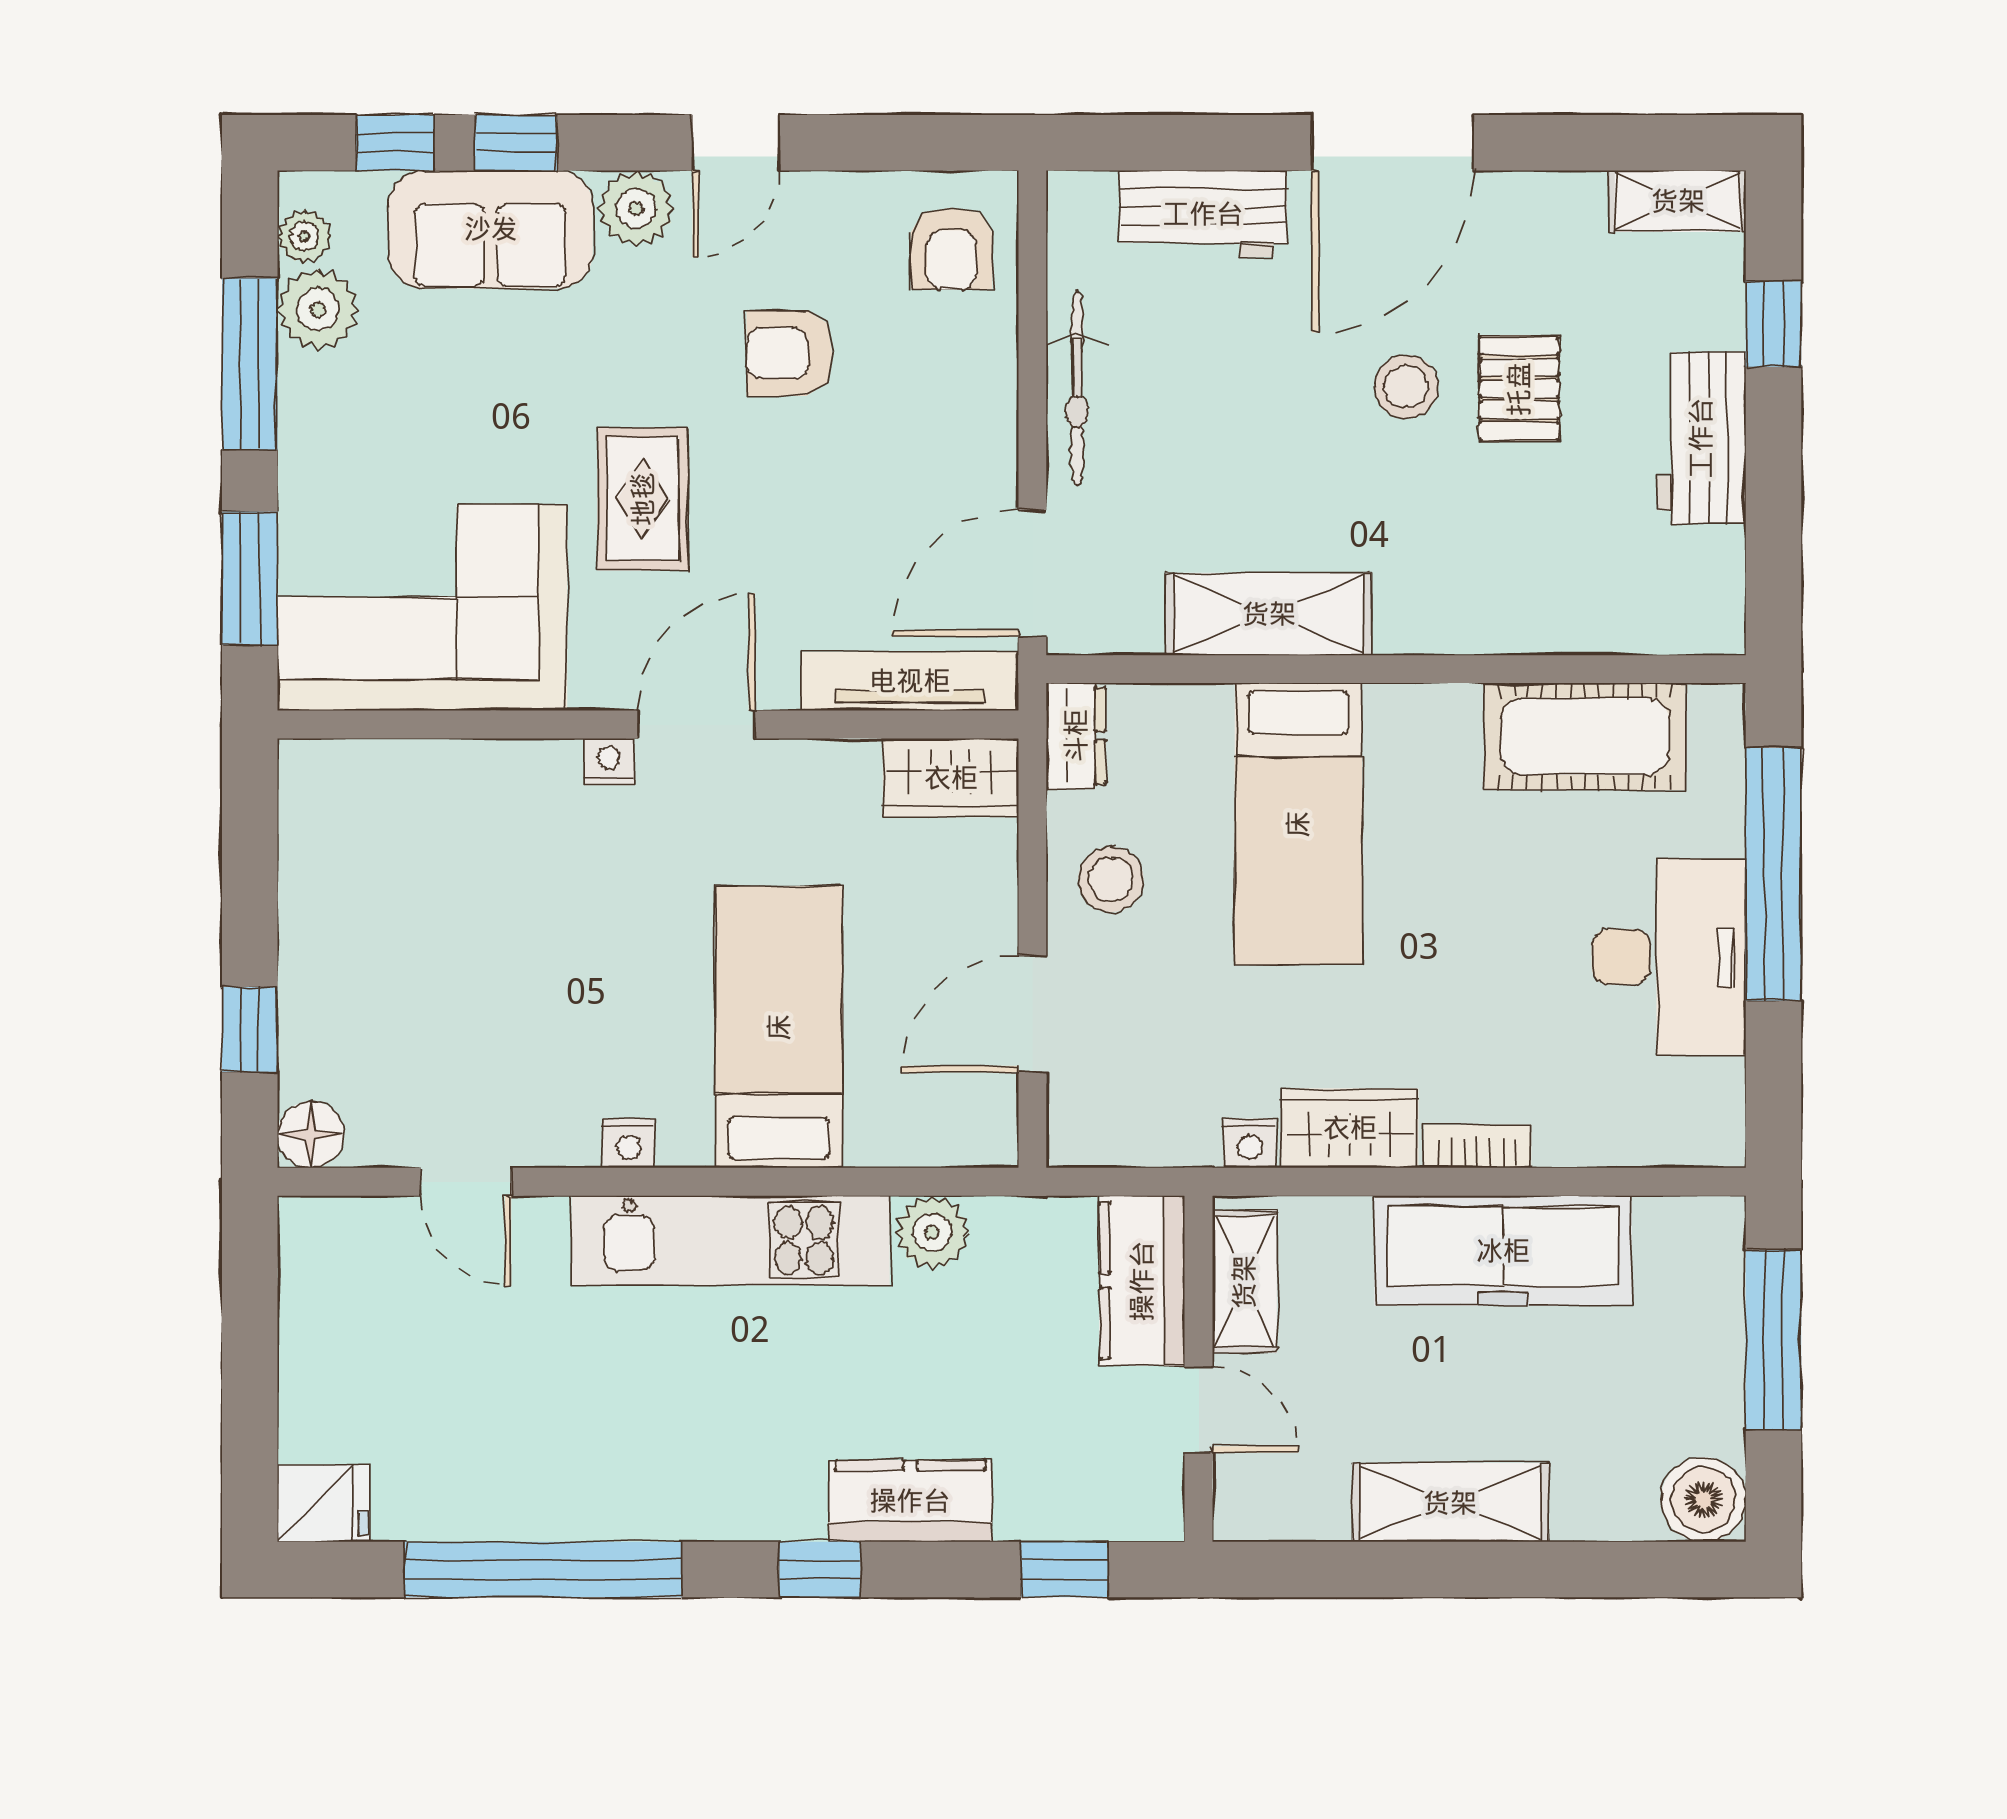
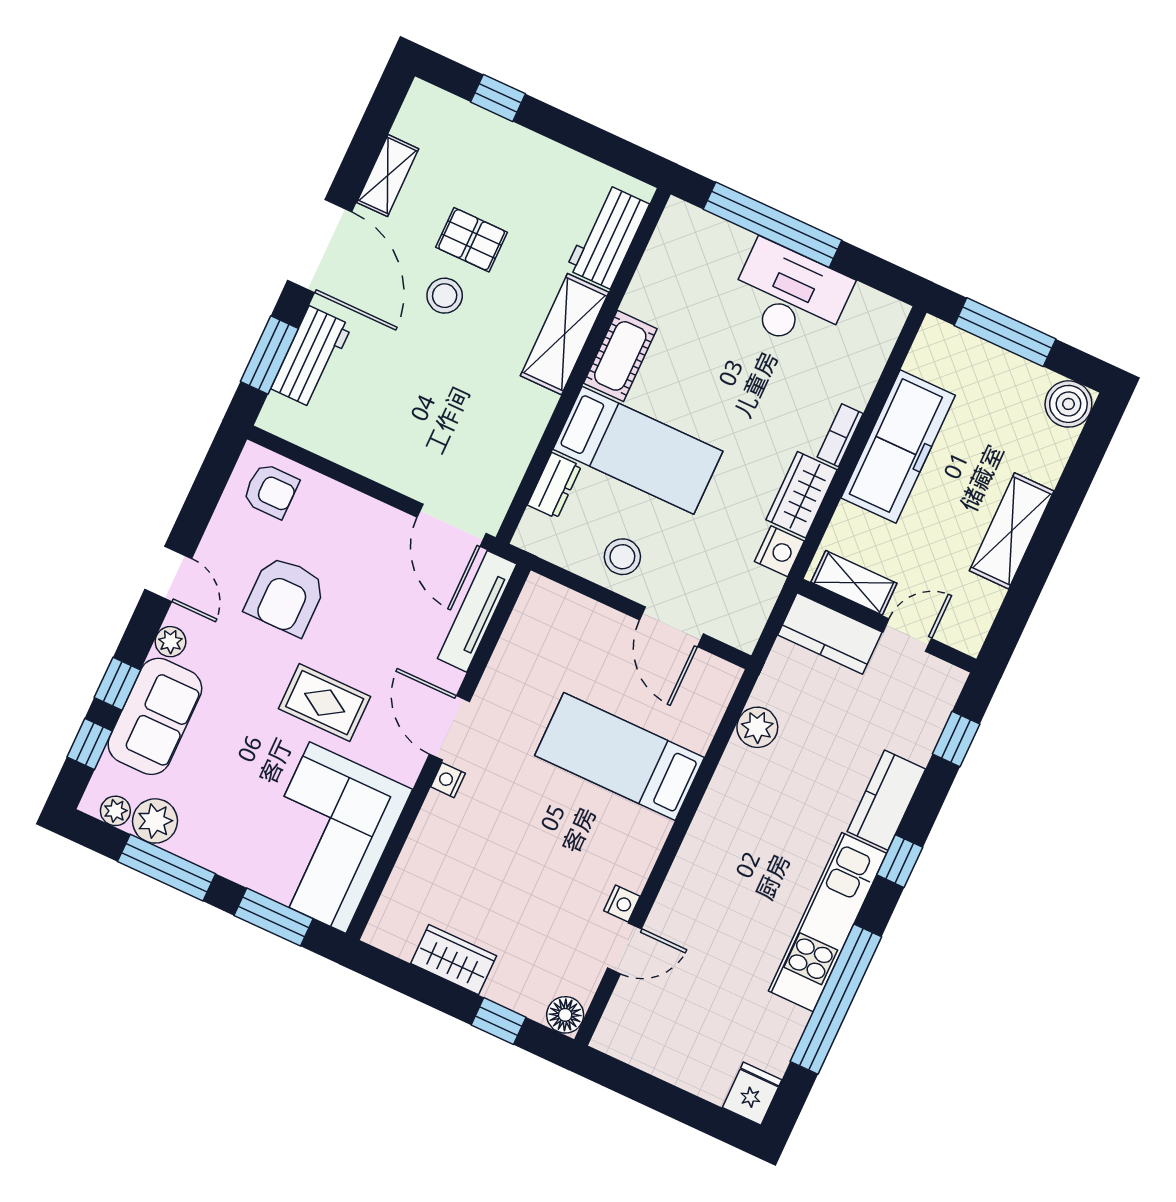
window: (1175, 143) -> (269, 355), added
shelving: (1678, 201) -> (388, 176), moved
plant: (636, 208) -> (170, 642), width x0.73, depth x0.73
armchair: (789, 353) -> (286, 596), width x1.38, depth x1.38
bicycle: (1077, 388) -> (370, 460), removed
workbench: (1701, 438) -> (608, 236), moved, turned 90
shelving: (1269, 614) -> (565, 334), moved
dresser: (1076, 736) -> (554, 486), moved, turned 90
cot: (1585, 736) -> (620, 356), moved, width x0.73, depth x0.75
wardrobe: (951, 778) -> (454, 960), moved, turned -90
nightstand: (629, 1143) -> (622, 904), moved
nightstand: (1250, 1143) -> (779, 551), width x1.39, depth x1.35
kitchen unit: (731, 1240) -> (828, 922), moved, turned 180

